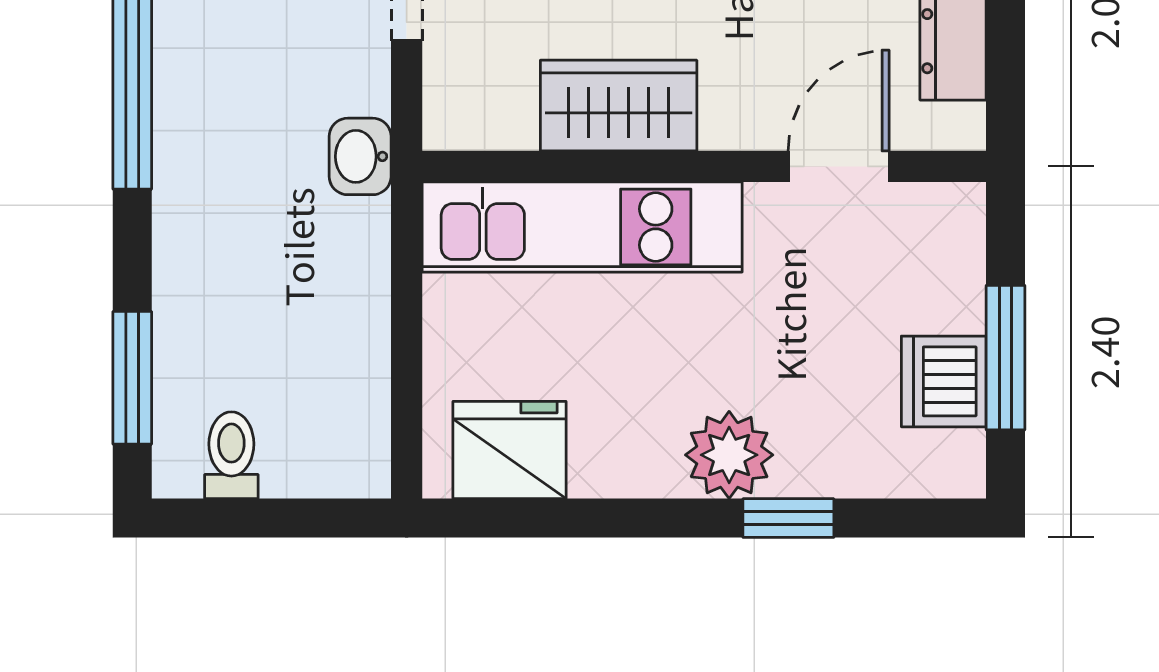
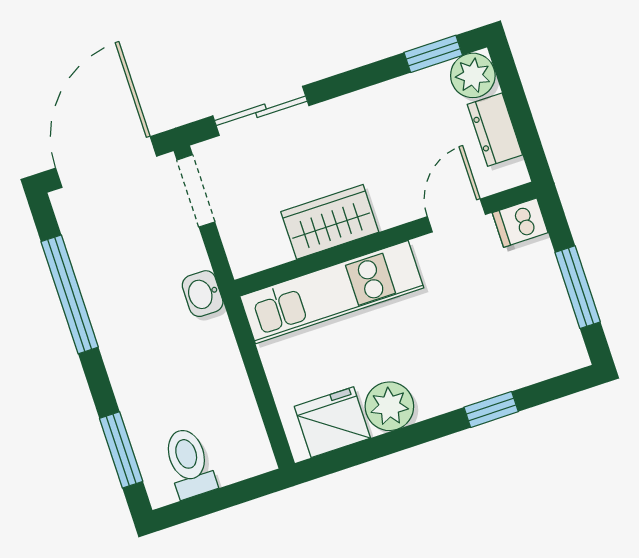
dishwasher: (944, 381) -> (520, 223), moved, width x0.73
toilet: (231, 455) -> (189, 463), width x1.37, depth x1.39
plant: (729, 455) -> (389, 406), moved

